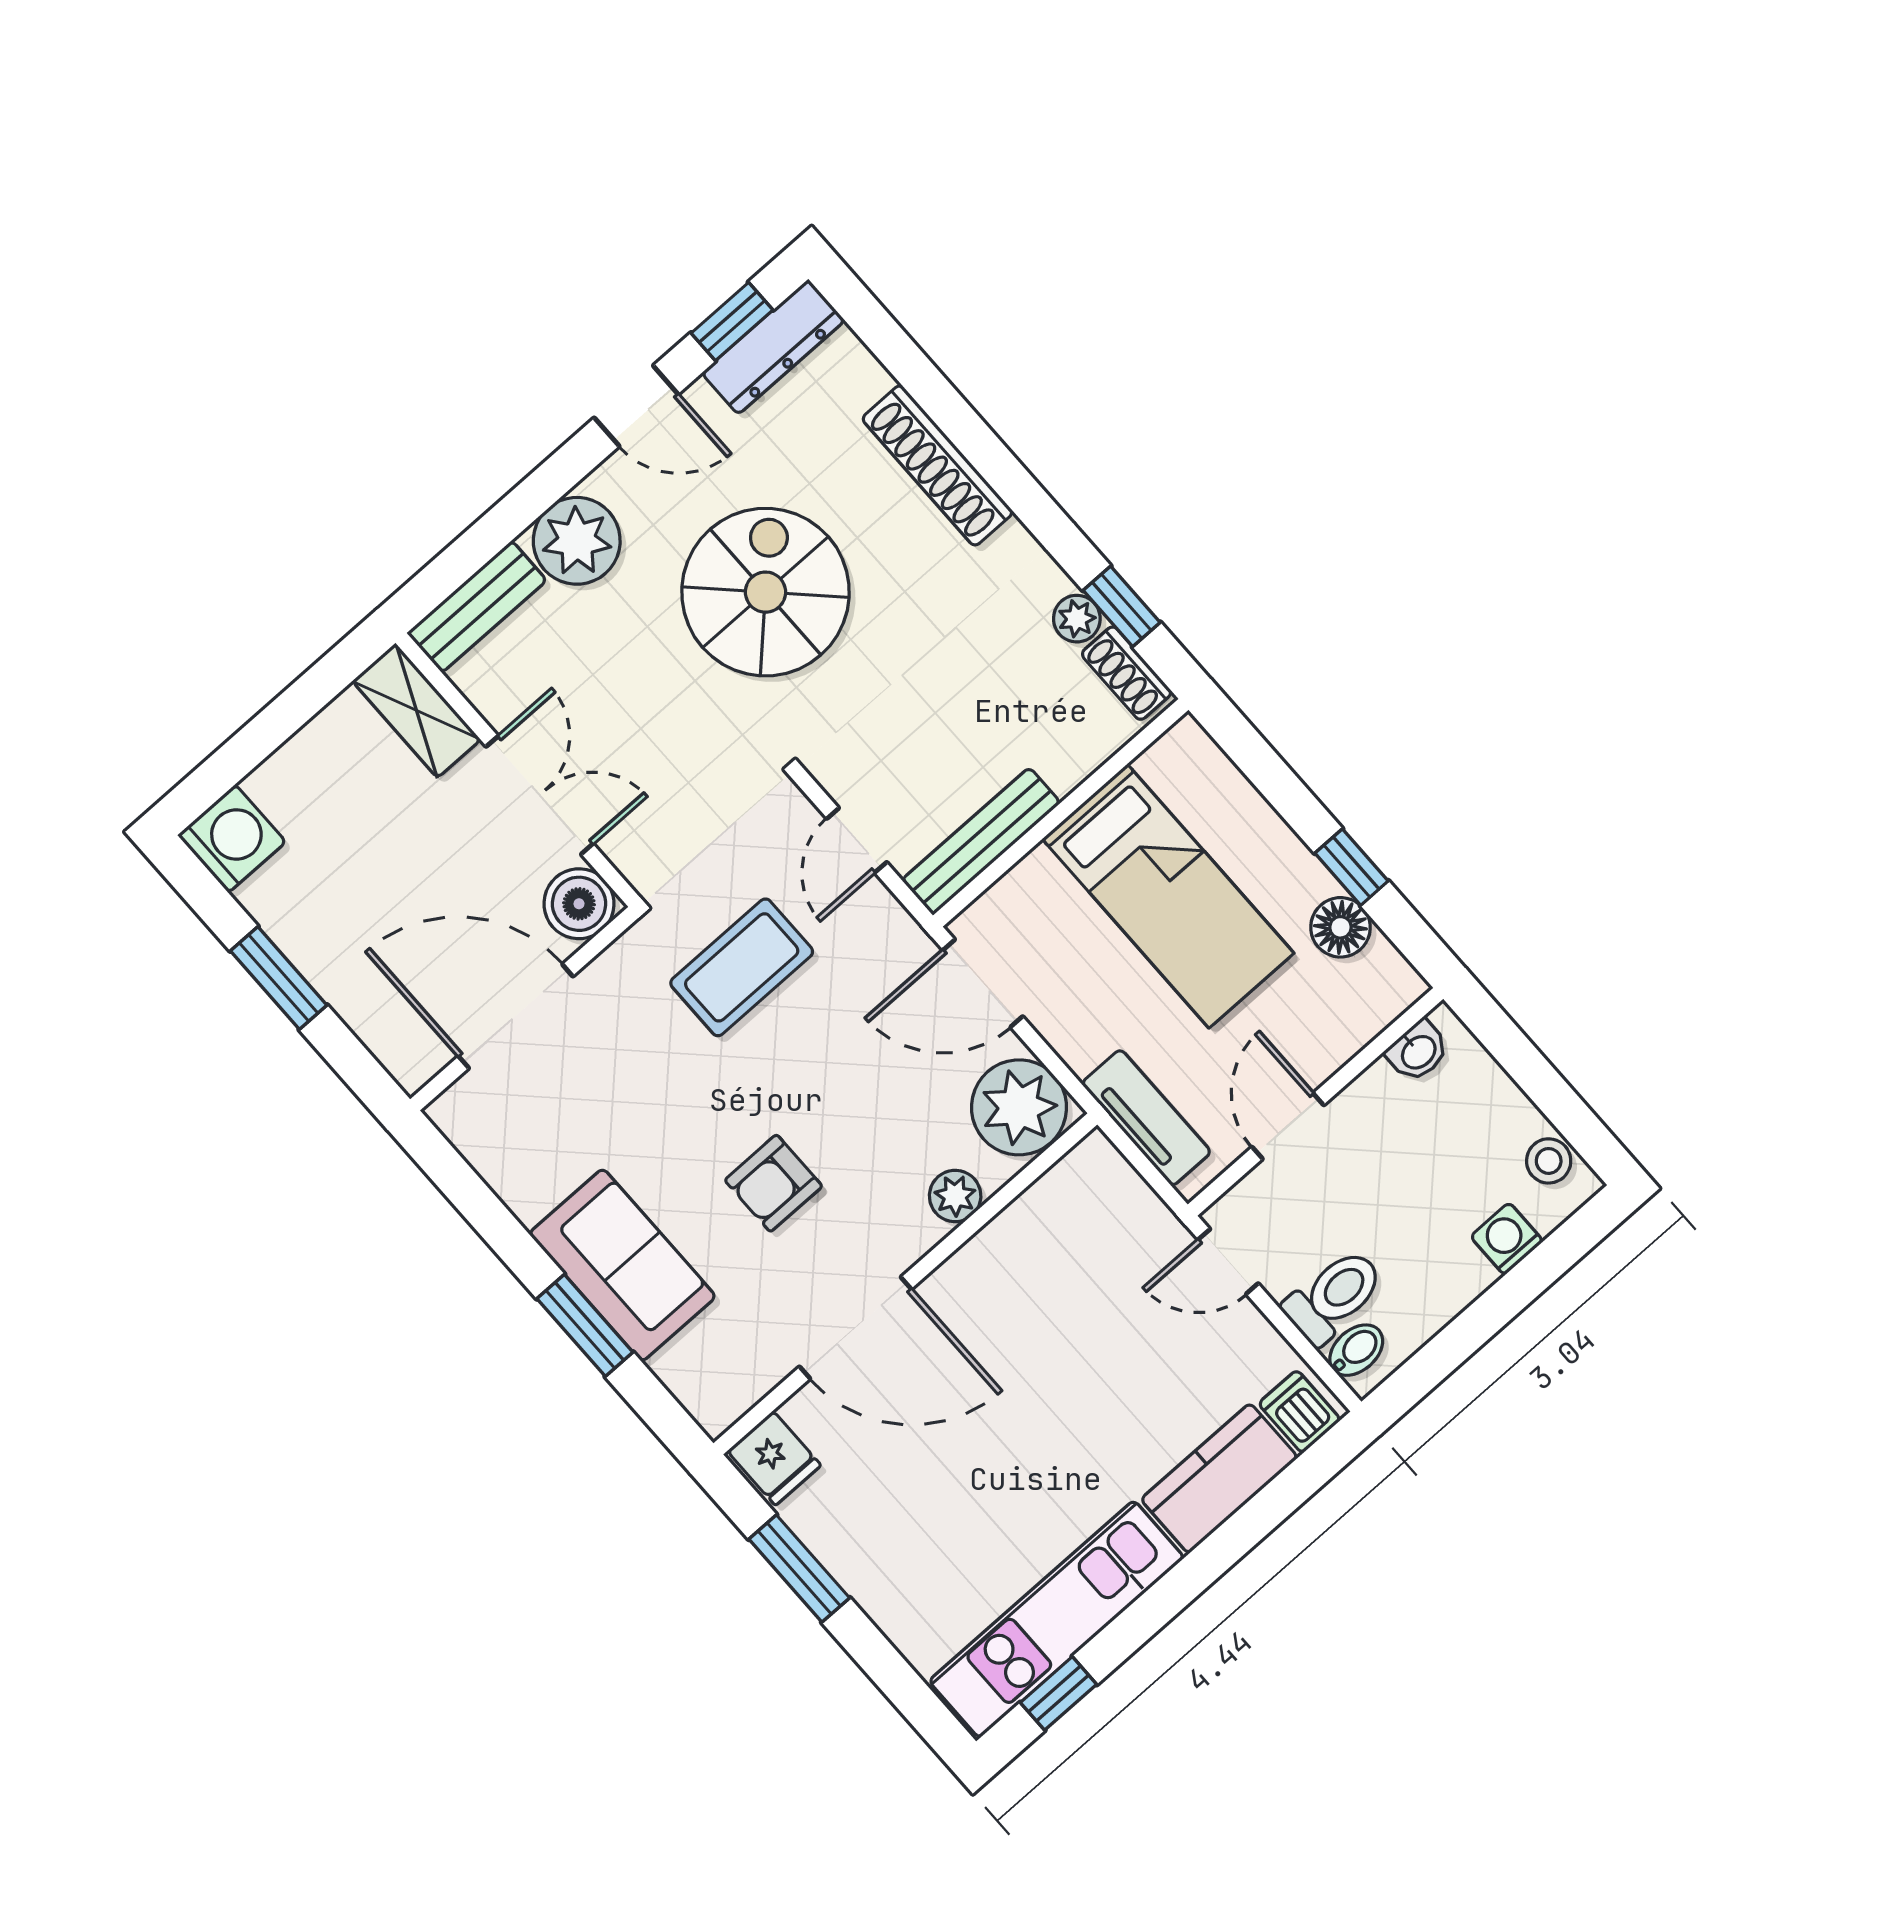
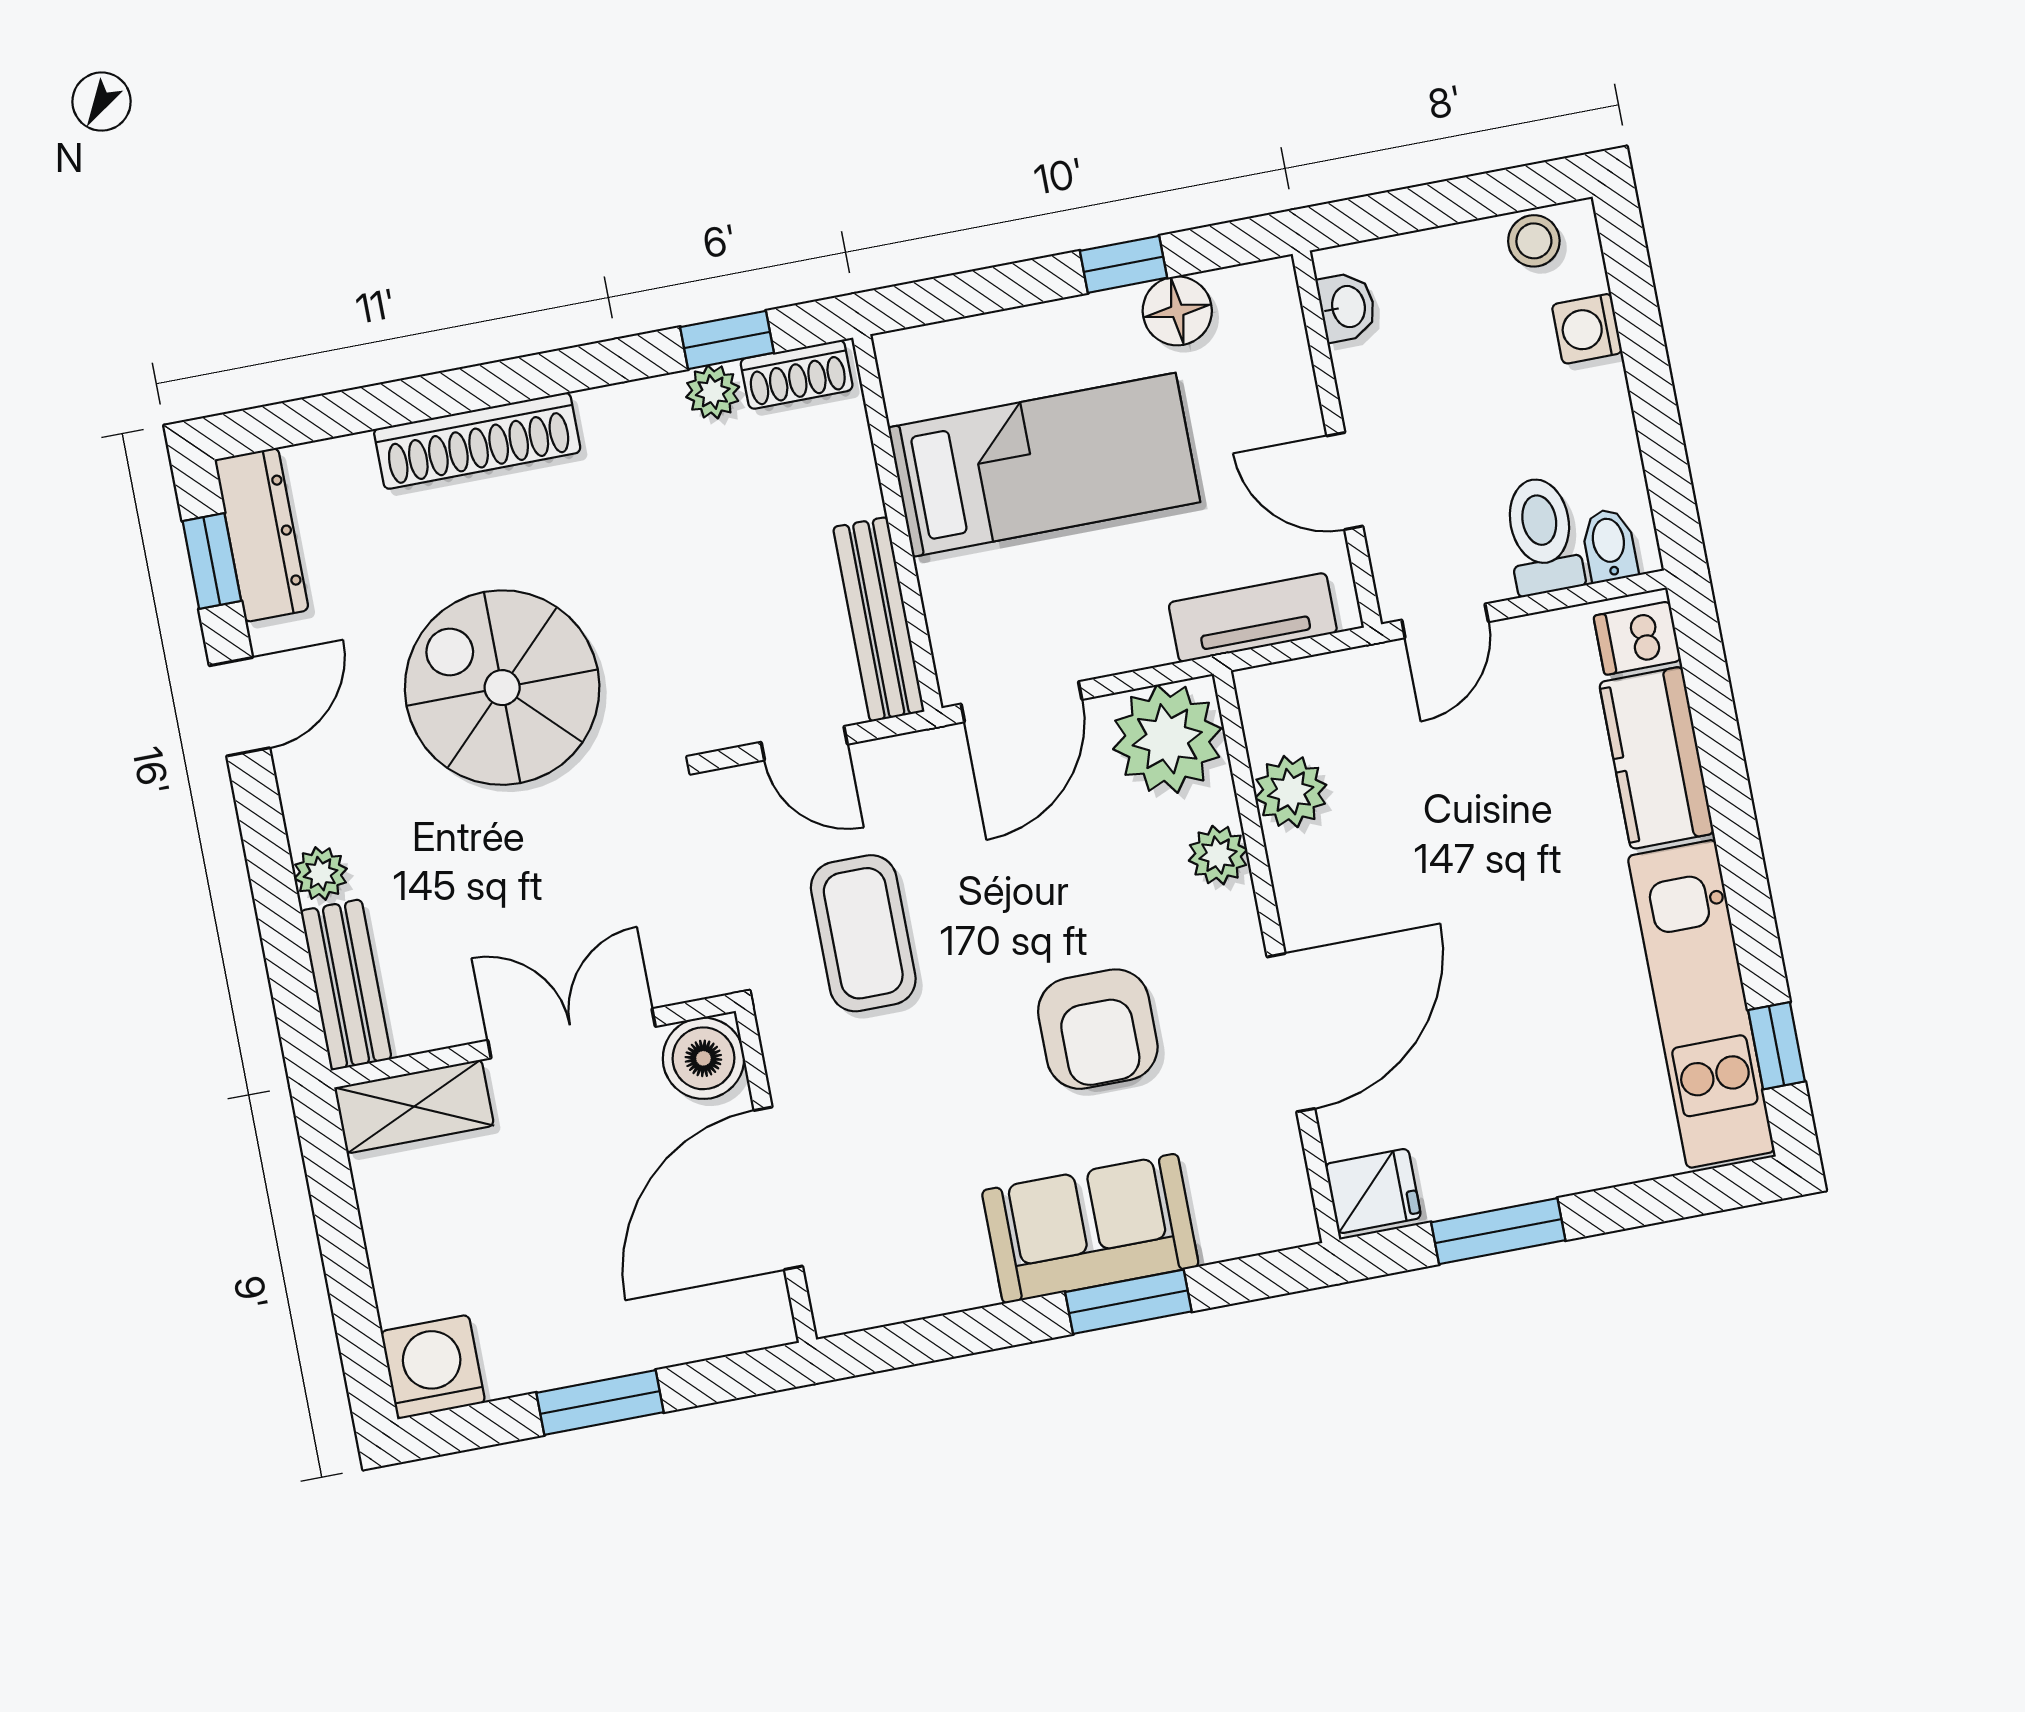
plant: (577, 541) -> (321, 874), width x0.53, depth x0.53
armchair: (773, 1183) -> (1098, 1029), width x1.38, depth x1.38
plant: (1034, 1222) -> (1291, 792), added

